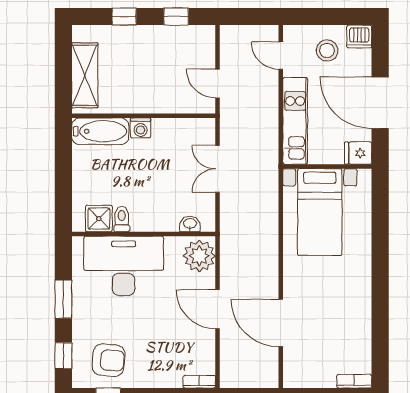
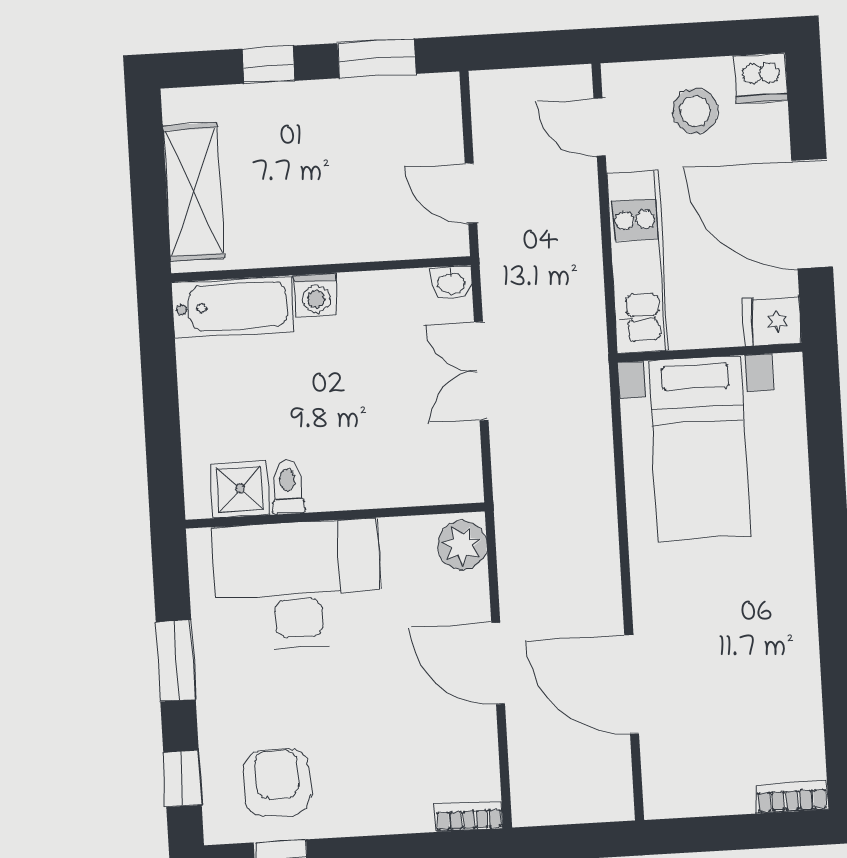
window: (176, 17) -> (377, 58), width x1.50
washbasin: (190, 224) -> (451, 283), moved, turned 180
plant: (199, 256) -> (462, 545), width x0.73, depth x0.73
armchair: (109, 360) -> (277, 782), turned -95

